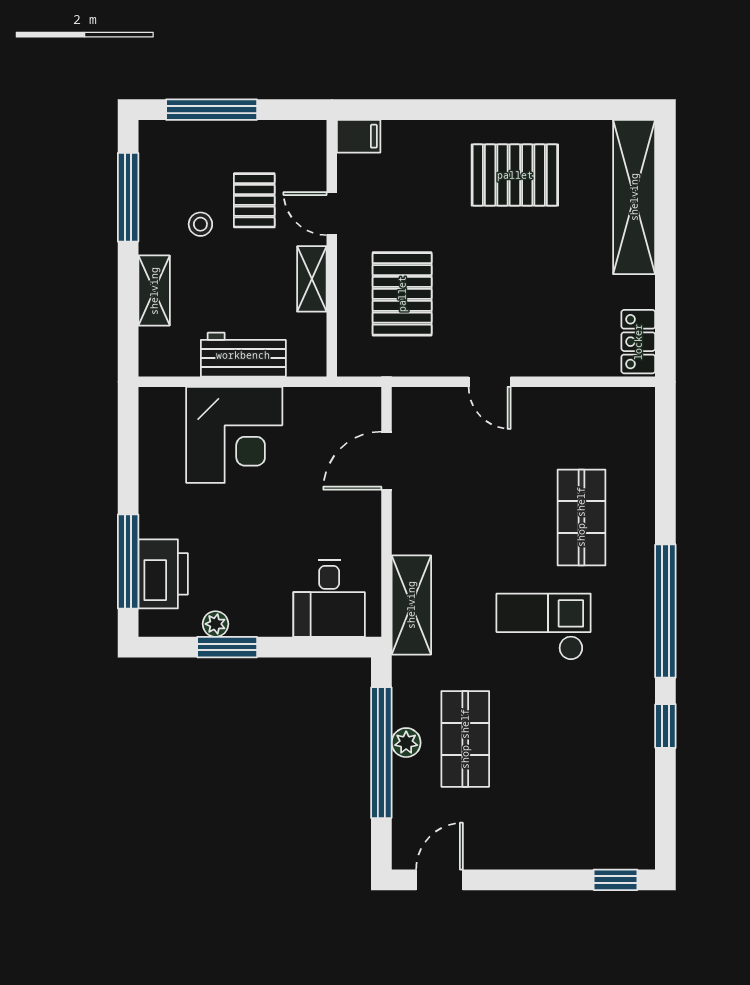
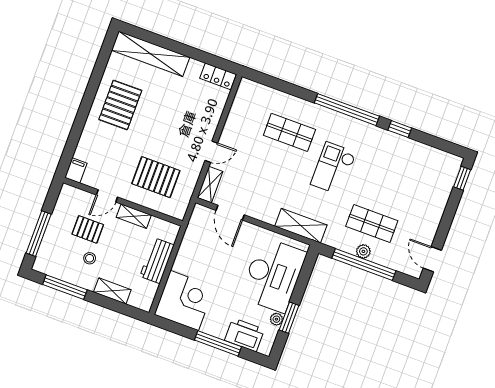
shelving: (426, 402) -> (210, 185), added
corner desk: (234, 435) -> (184, 301), moved
window: (128, 561) -> (218, 343), moved
desk: (329, 598) -> (273, 275), width x1.87, depth x1.30

